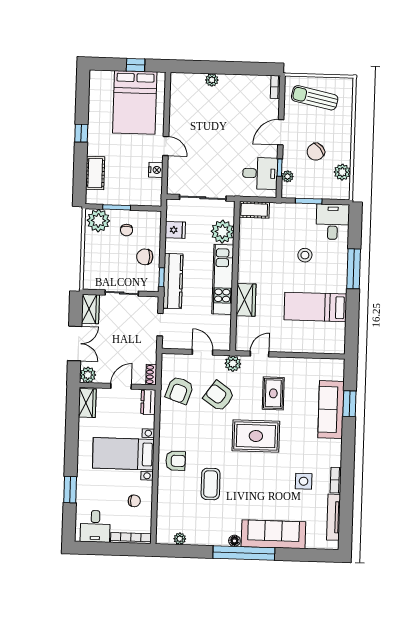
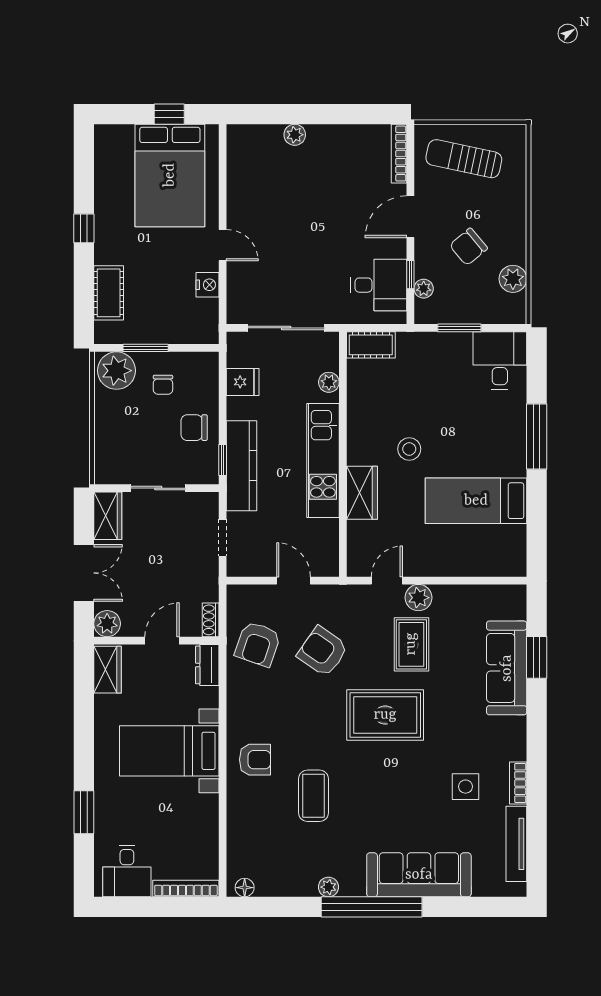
bookcase: (275, 87) -> (399, 154), width x1.56
plant: (222, 232) -> (329, 382), width x0.53, depth x0.53
stool: (305, 255) -> (409, 449), moved
plant: (233, 364) -> (419, 598), moved
chair: (134, 501) -> (189, 827), removed
plant: (180, 539) -> (328, 887), moved
floor lamp: (234, 541) -> (245, 888), moved

